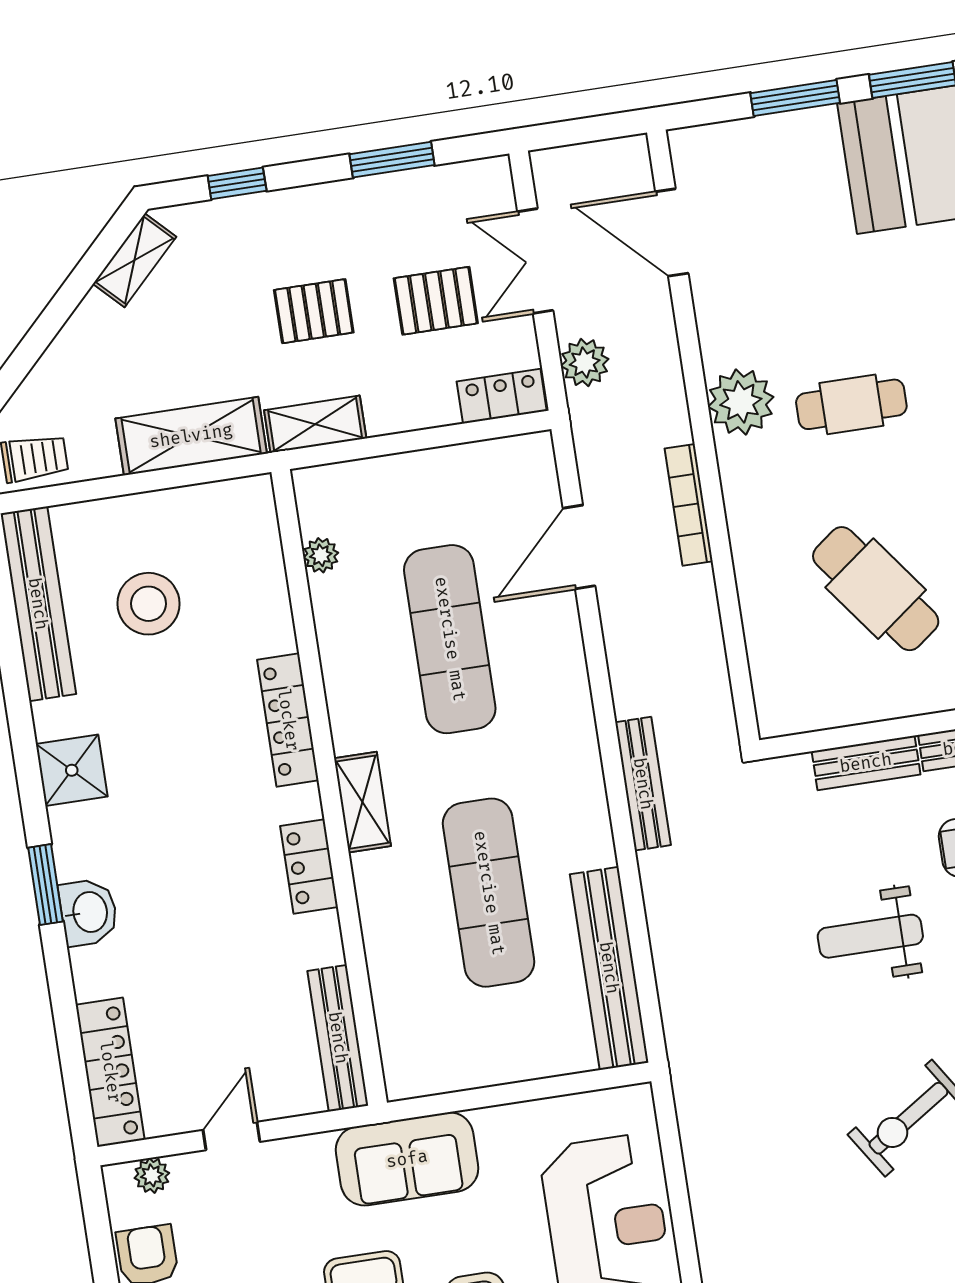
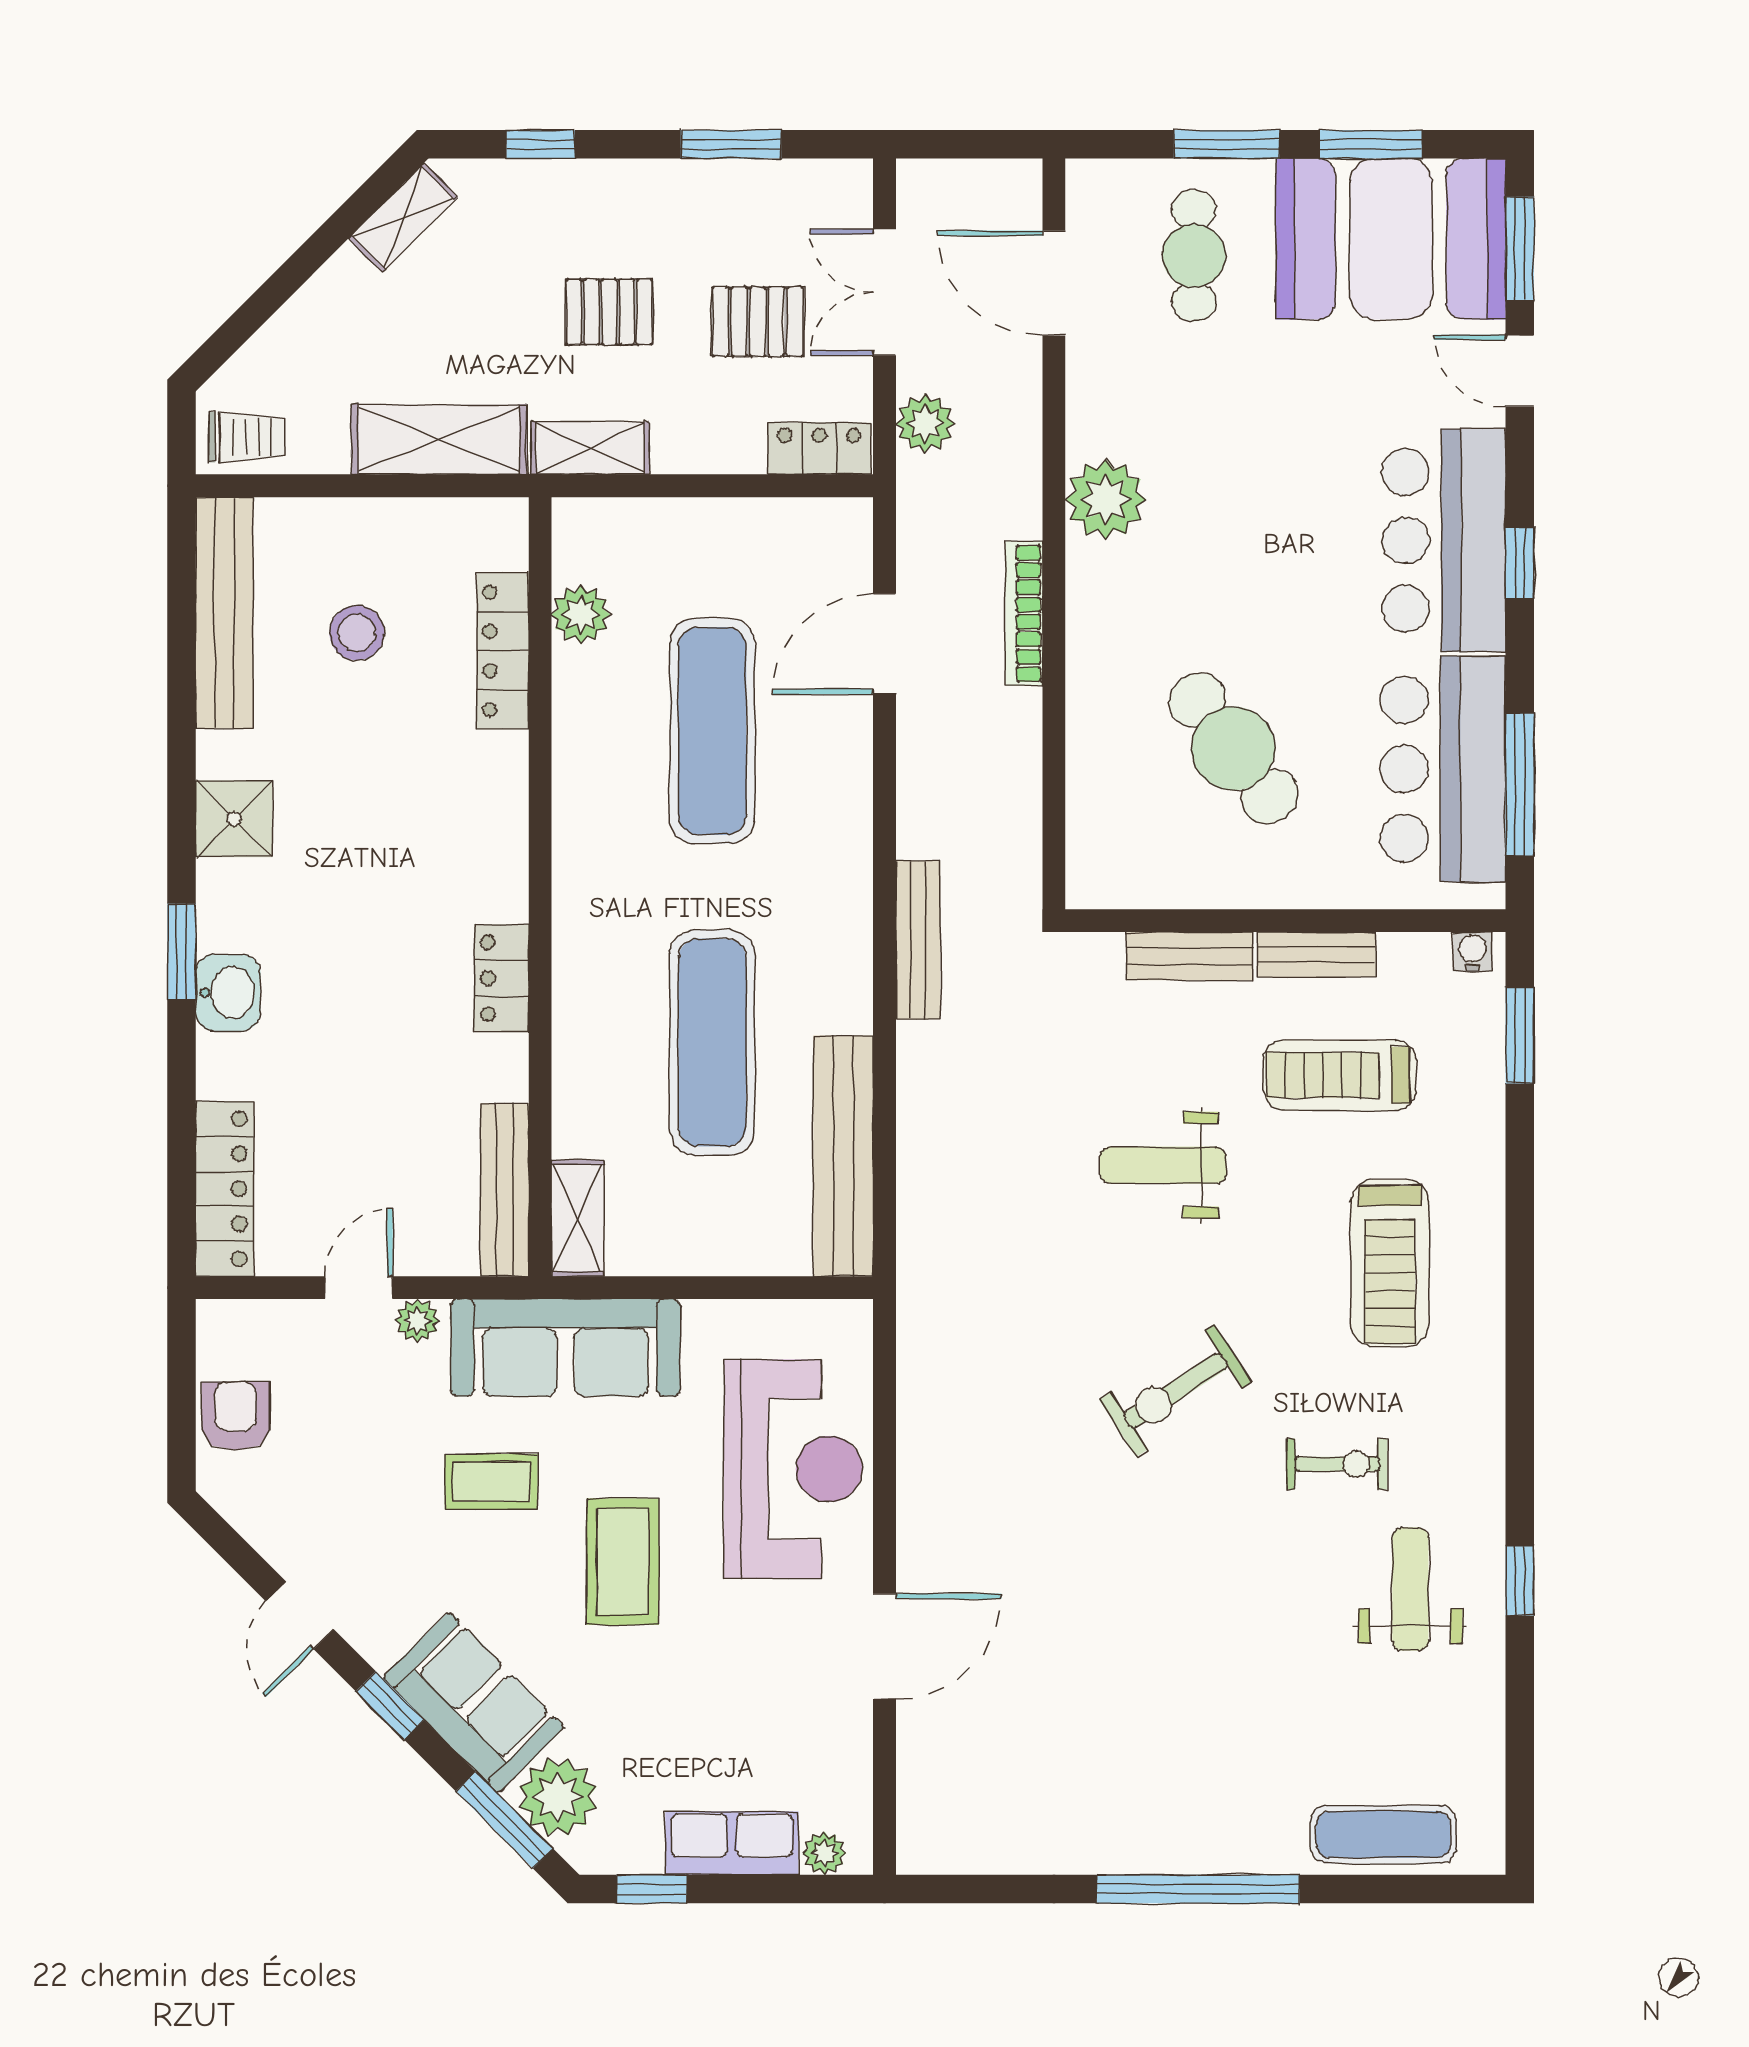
cafe table: (851, 404) -> (1194, 256), moved, turned 90
plant: (321, 555) -> (581, 614), width x1.38, depth x1.38
stool: (149, 604) -> (357, 633), width x0.73, depth x0.73
locker: (288, 720) -> (503, 651), moved
shelving: (363, 802) -> (578, 1218), moved
sofa: (407, 1159) -> (565, 1348), width x1.36
plant: (152, 1175) -> (417, 1320), moved

